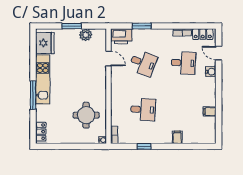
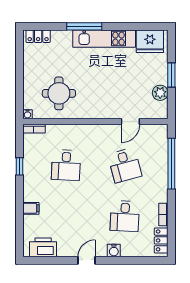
window: (142, 26) -> (171, 164), width x2.11
printer: (121, 36) -> (43, 247), moved, turned 90
door: (219, 53) -> (87, 260), moved
desk: (143, 63) -> (125, 165), turned -36
filing cabinet: (210, 112) -> (63, 249), removed

